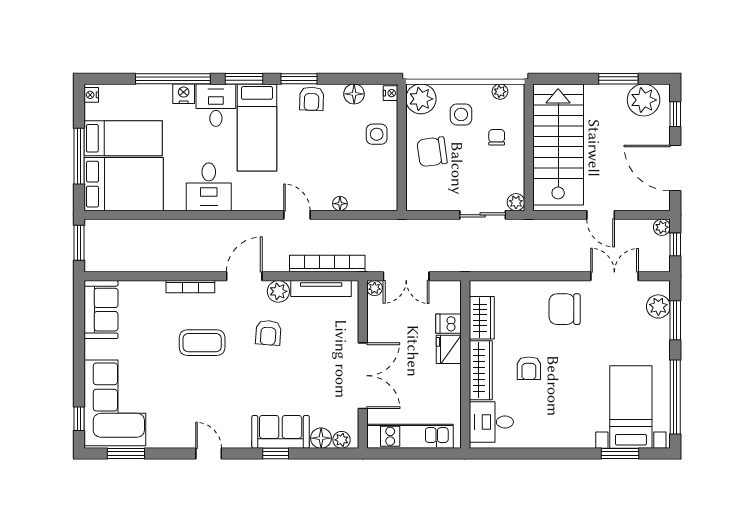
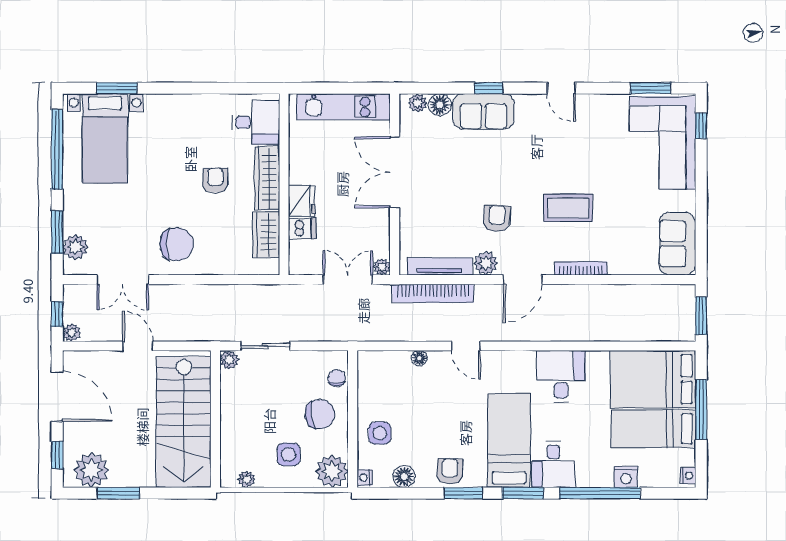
nightstand: (184, 94) -> (626, 477), moved
chair: (497, 137) -> (337, 378), moved, turned 180

